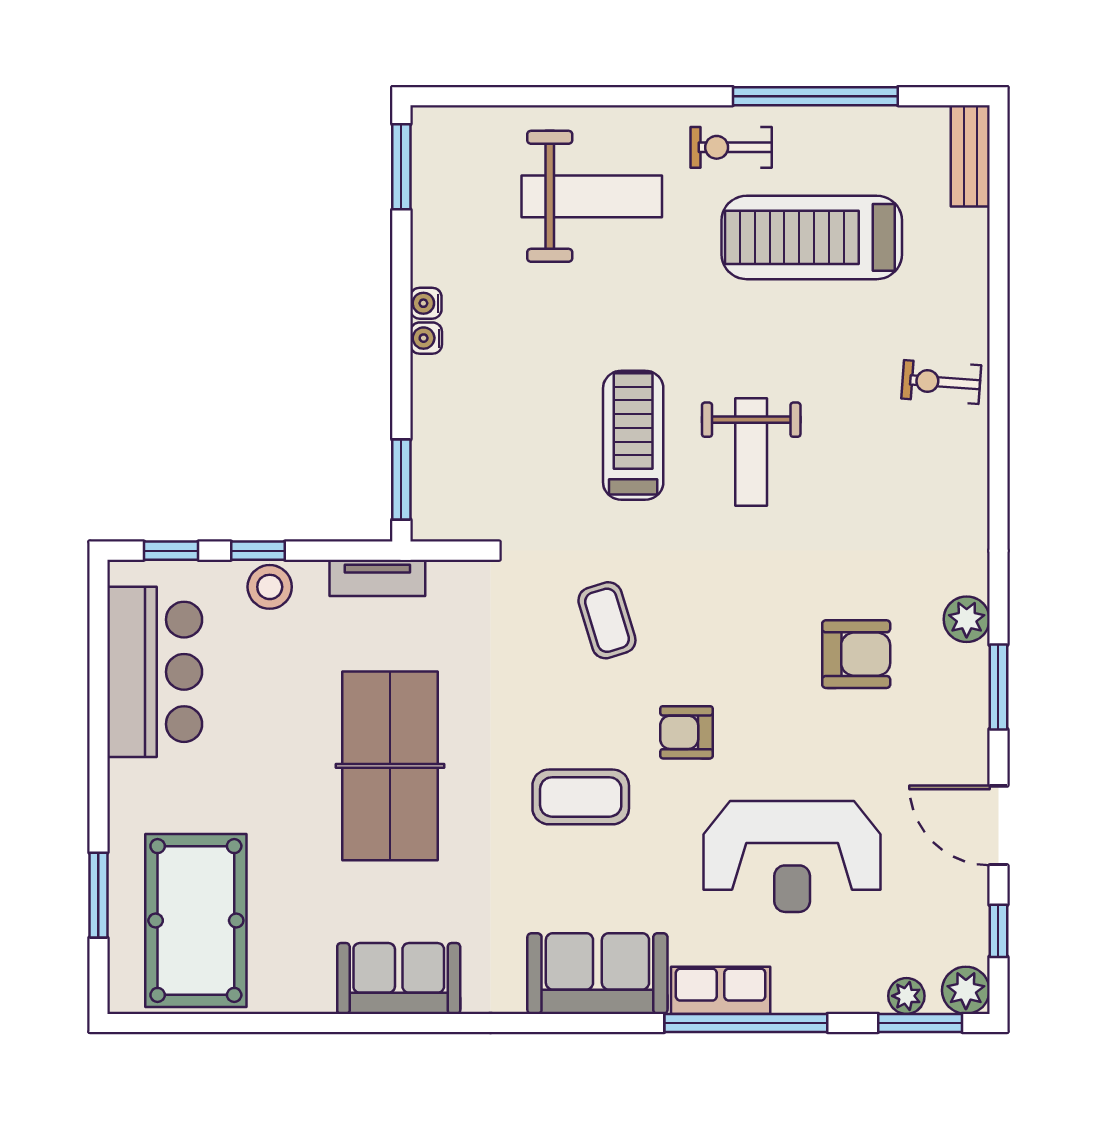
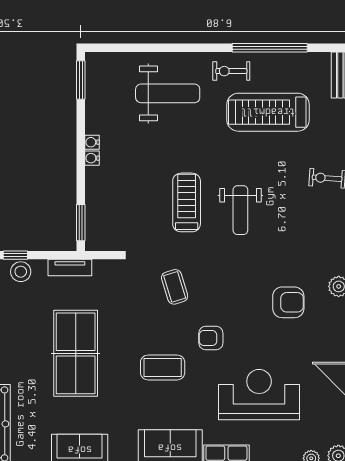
reception desk: (792, 856) -> (259, 395), turned 180

